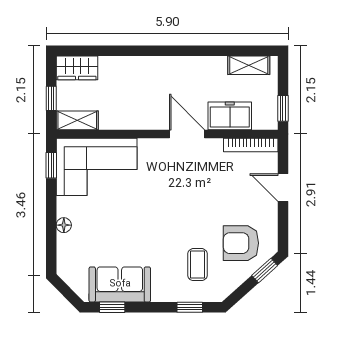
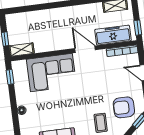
wardrobe: (77, 68) -> (17, 20), removed
freezer: (230, 116) -> (113, 35), width x1.40
corner sofa: (97, 167) -> (51, 73), moved

